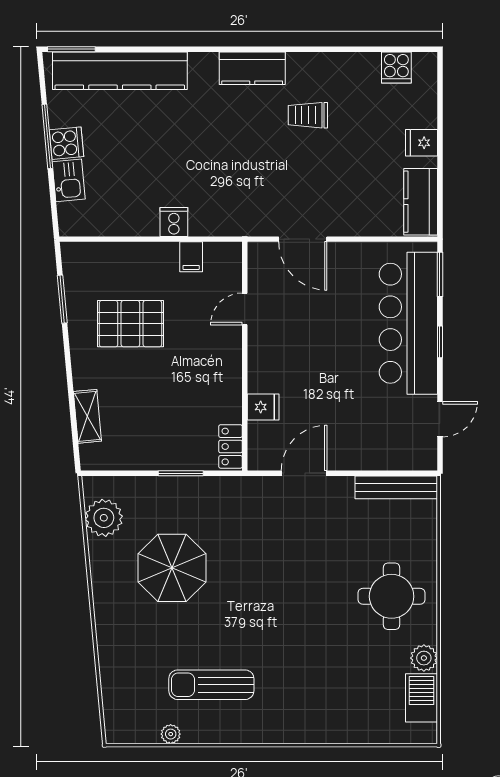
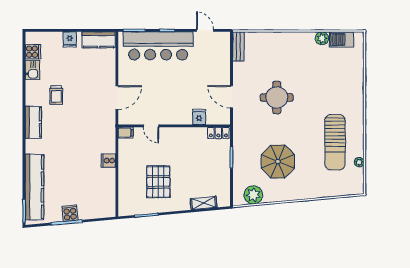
kitchen sink: (69, 180) -> (32, 70), moved, turned 95
filing cabinet: (191, 257) -> (126, 133), moved
bench: (396, 487) -> (238, 46), width x0.73
round table: (392, 596) -> (277, 97), moved
sun lounger: (211, 685) -> (335, 142), width x1.36, depth x1.34

